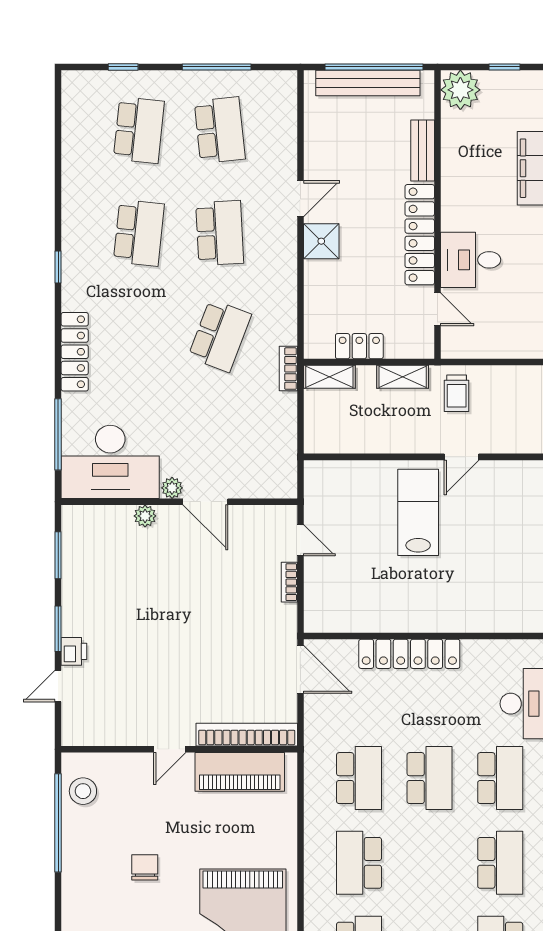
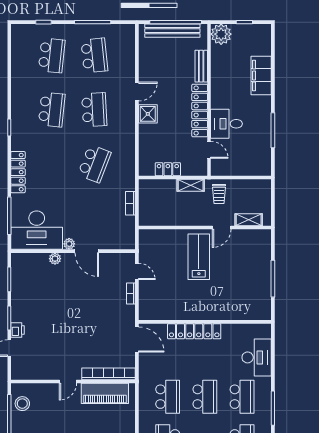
bookcase: (288, 369) -> (130, 203), moved
shelving: (329, 377) -> (249, 220), moved

